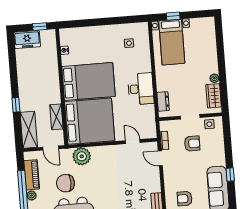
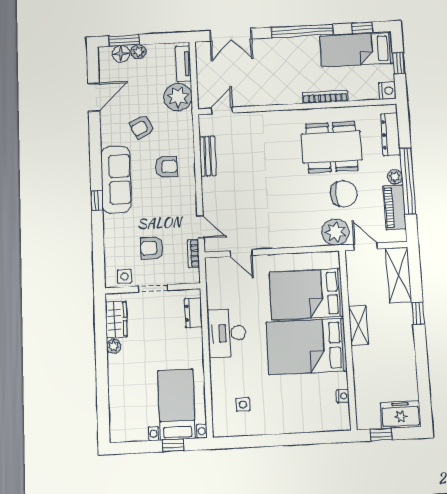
shelving: (56, 117) -> (358, 325), moved
bed: (90, 121) -> (306, 294), width x0.73
plant: (82, 156) -> (335, 232), moved

